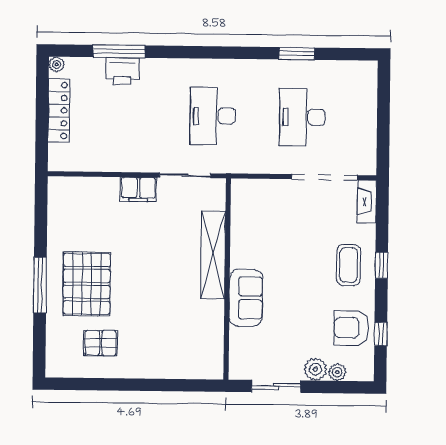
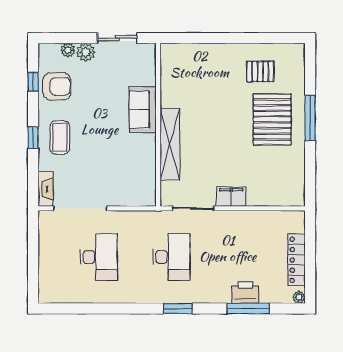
window: (297, 54) -> (178, 308), moved

